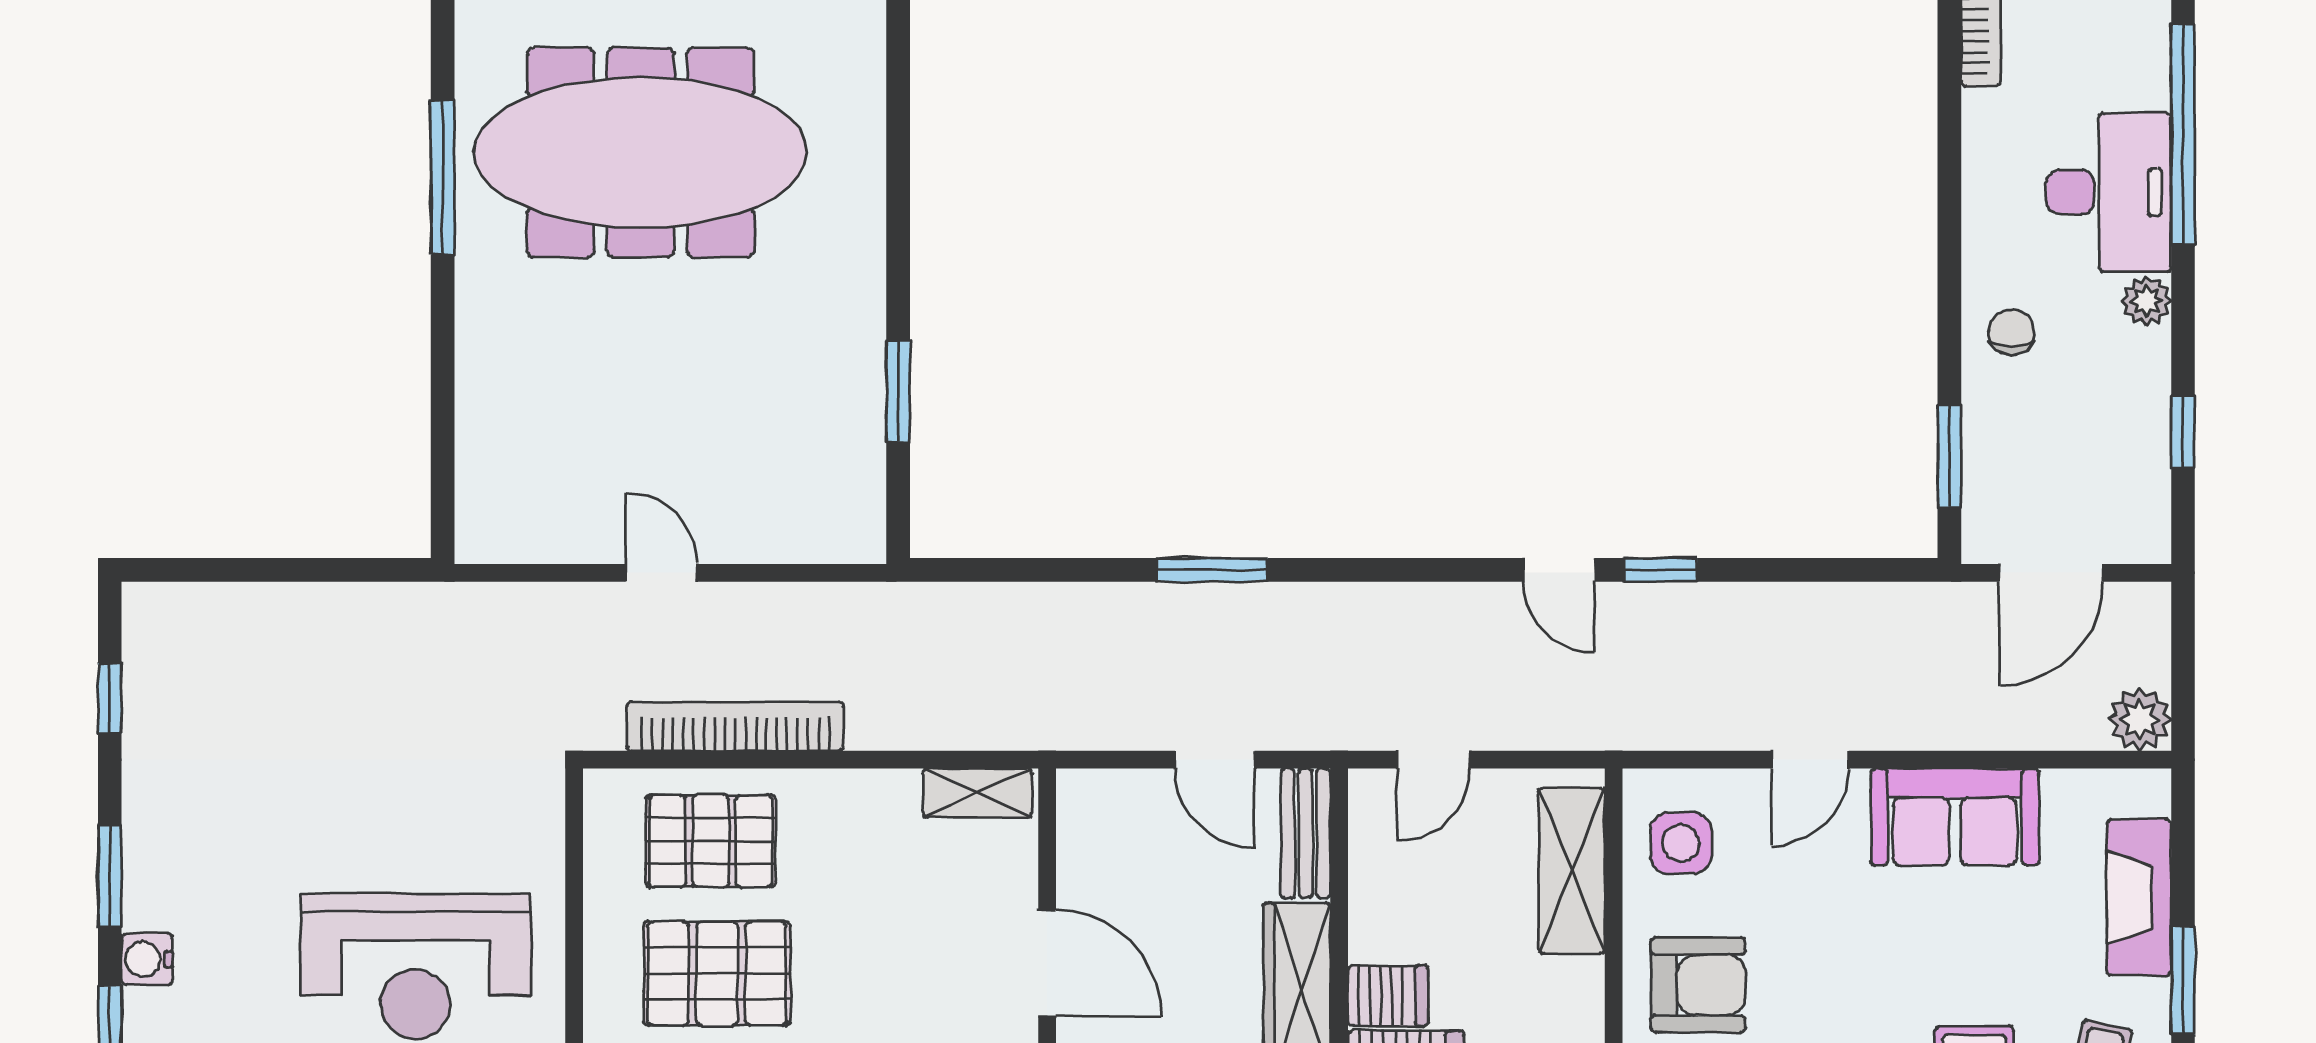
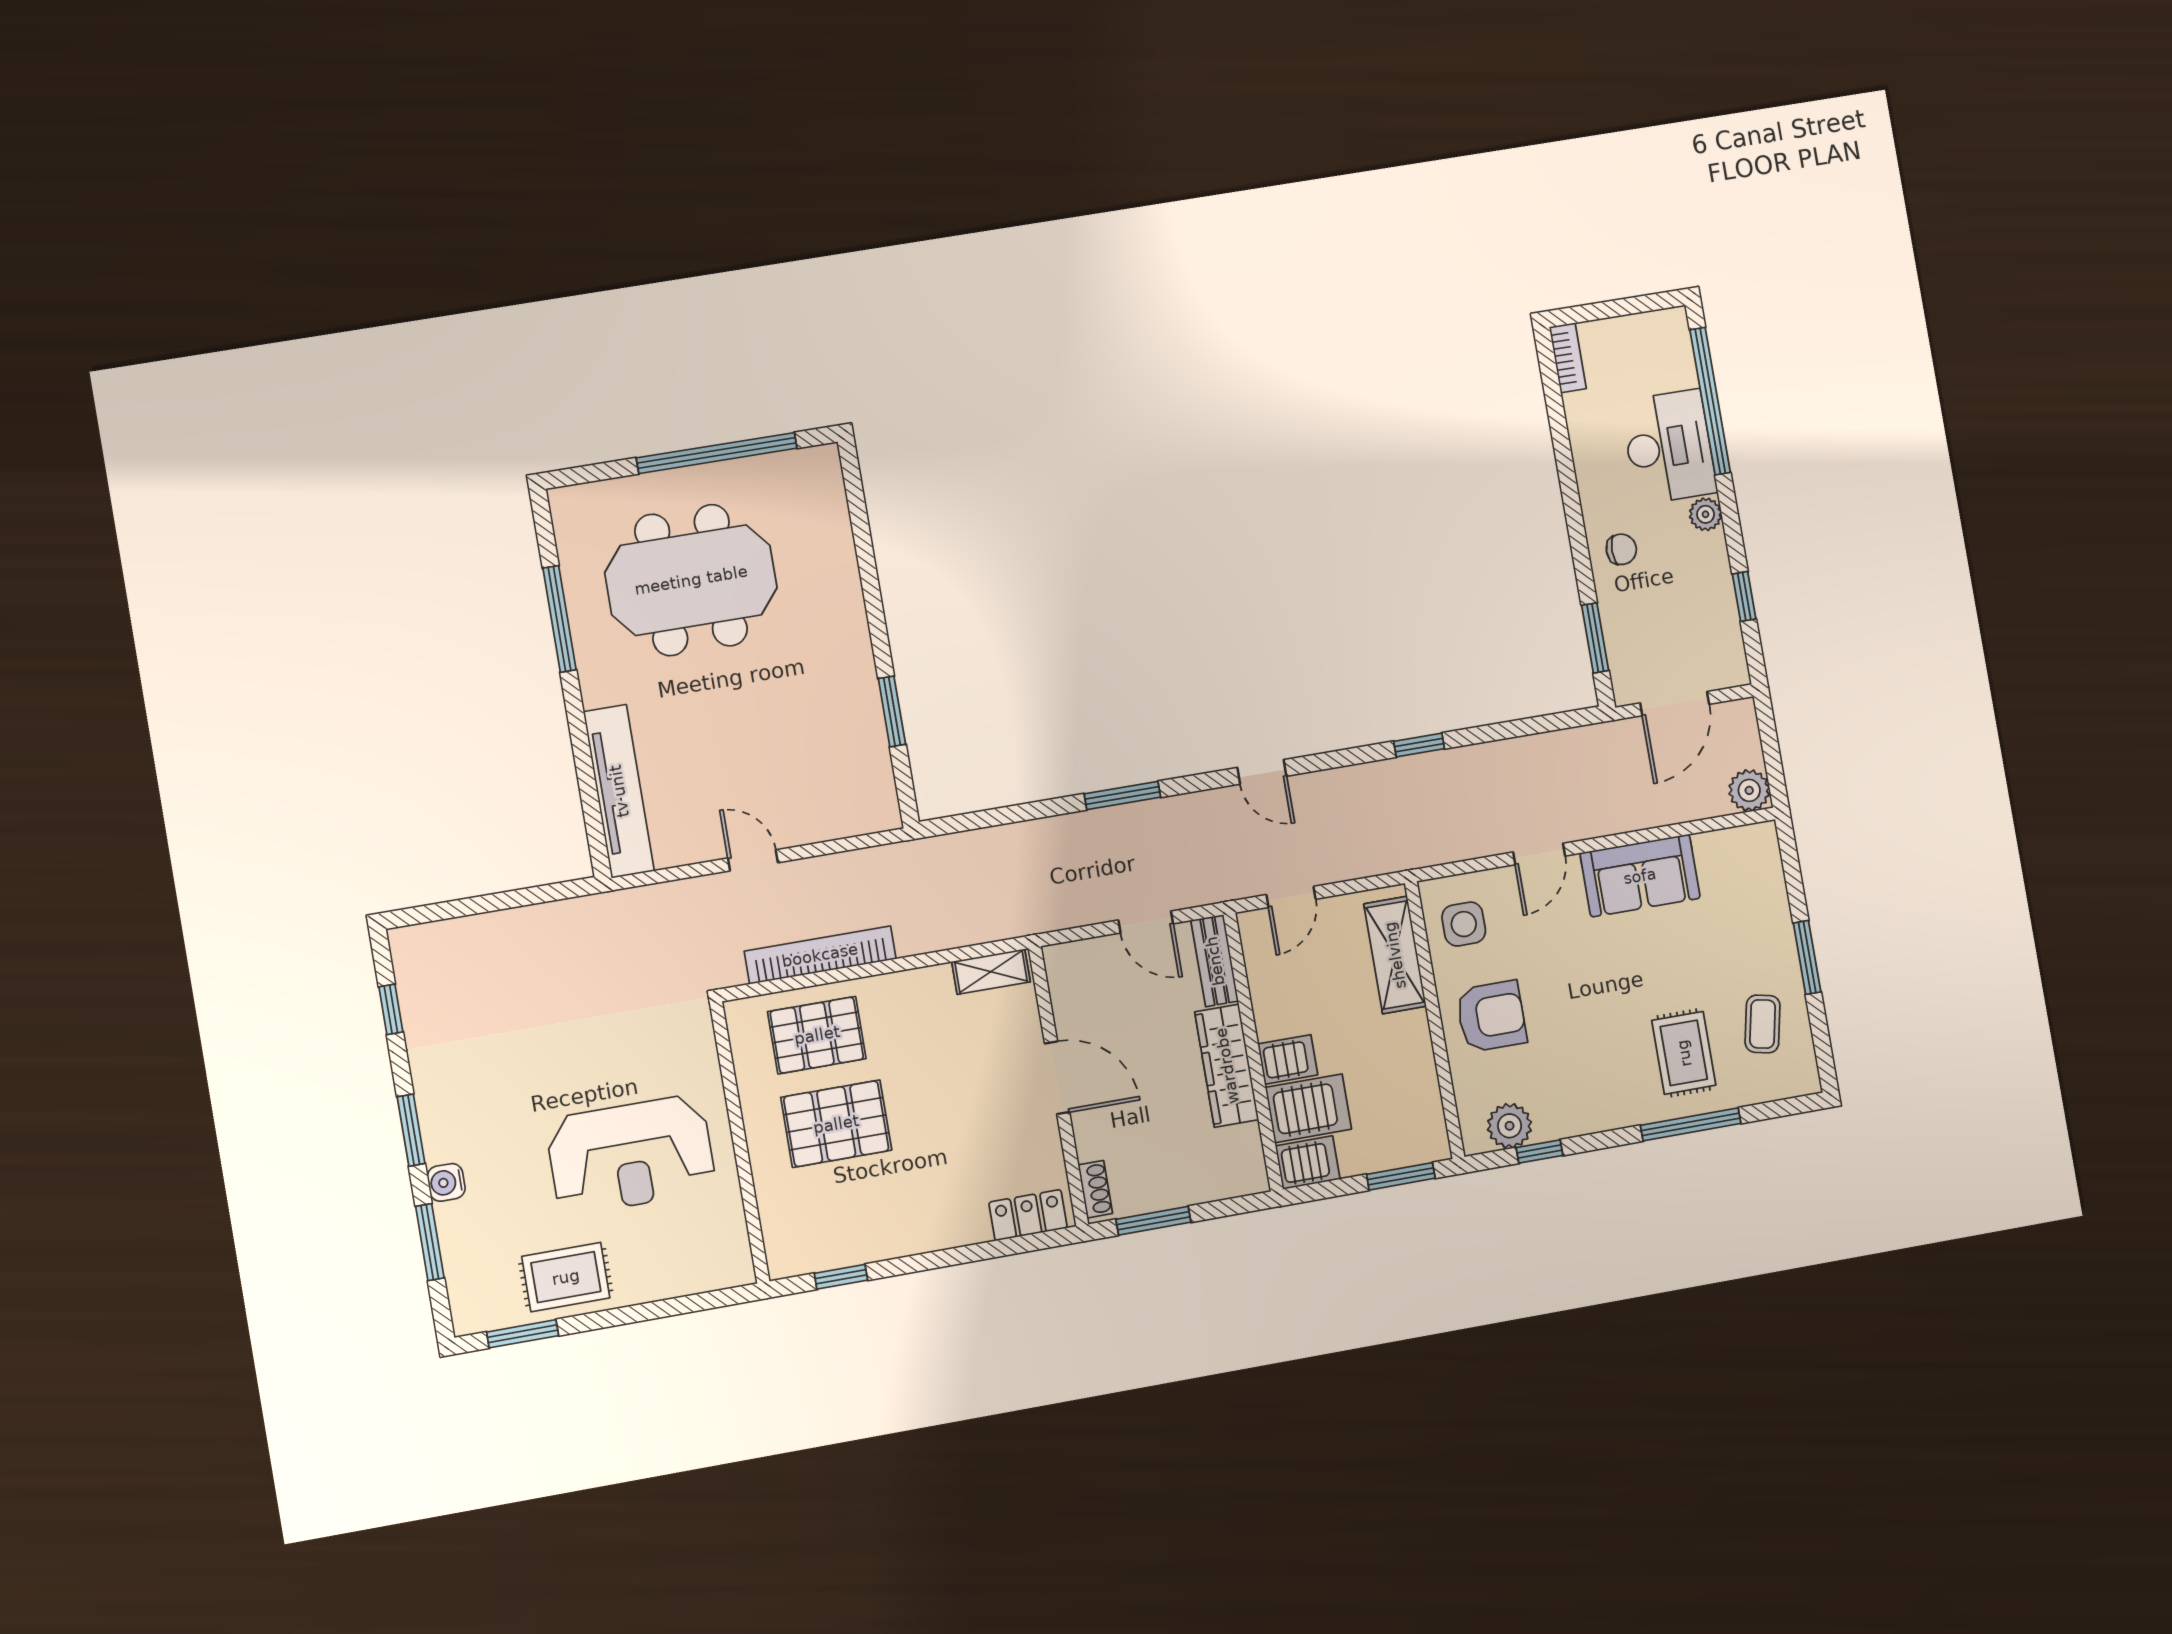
meeting table: (641, 152) -> (691, 580), width x0.73
chair: (2011, 332) -> (1621, 549), turned 90
tv unit: (486, 441) -> (619, 791), added
door: (1559, 570) -> (1262, 772), moved
fireplace: (2139, 897) -> (1769, 908), removed

